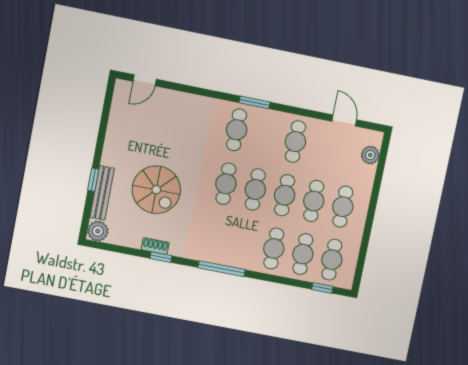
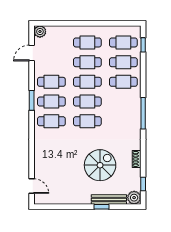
window: (255, 102) -> (32, 100), moved
cafe table: (266, 136) -> (51, 102), added
plant: (370, 155) -> (40, 32), moved
window: (161, 257) -> (143, 184), moved

